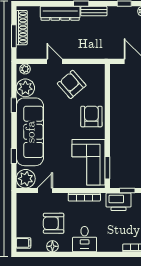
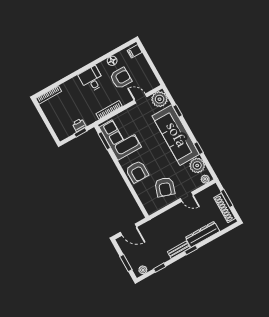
armchair: (72, 84) -> (165, 187), turned 59
door: (45, 190) -> (141, 98), swing flipped
printer: (119, 202) -> (79, 125), width x0.53, depth x0.68

